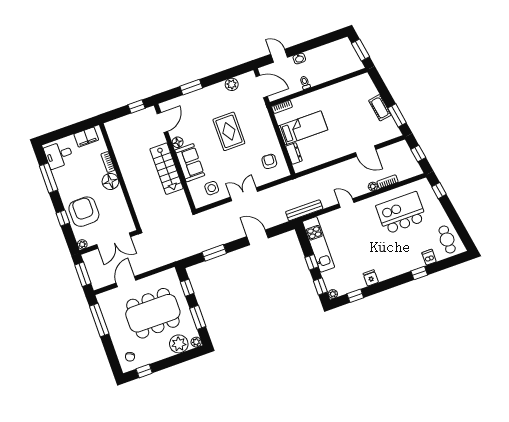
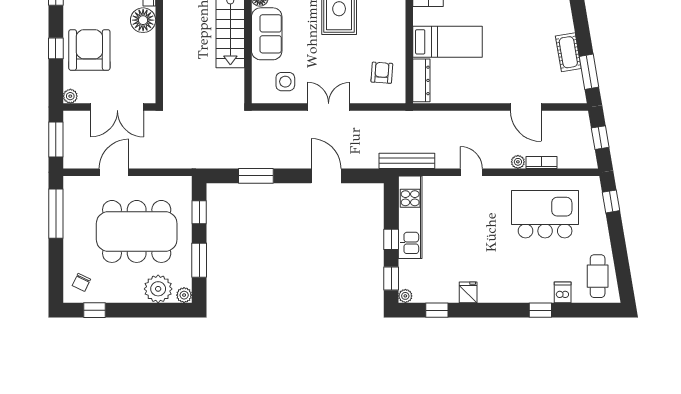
dresser: (294, 153) -> (421, 80), width x1.44

